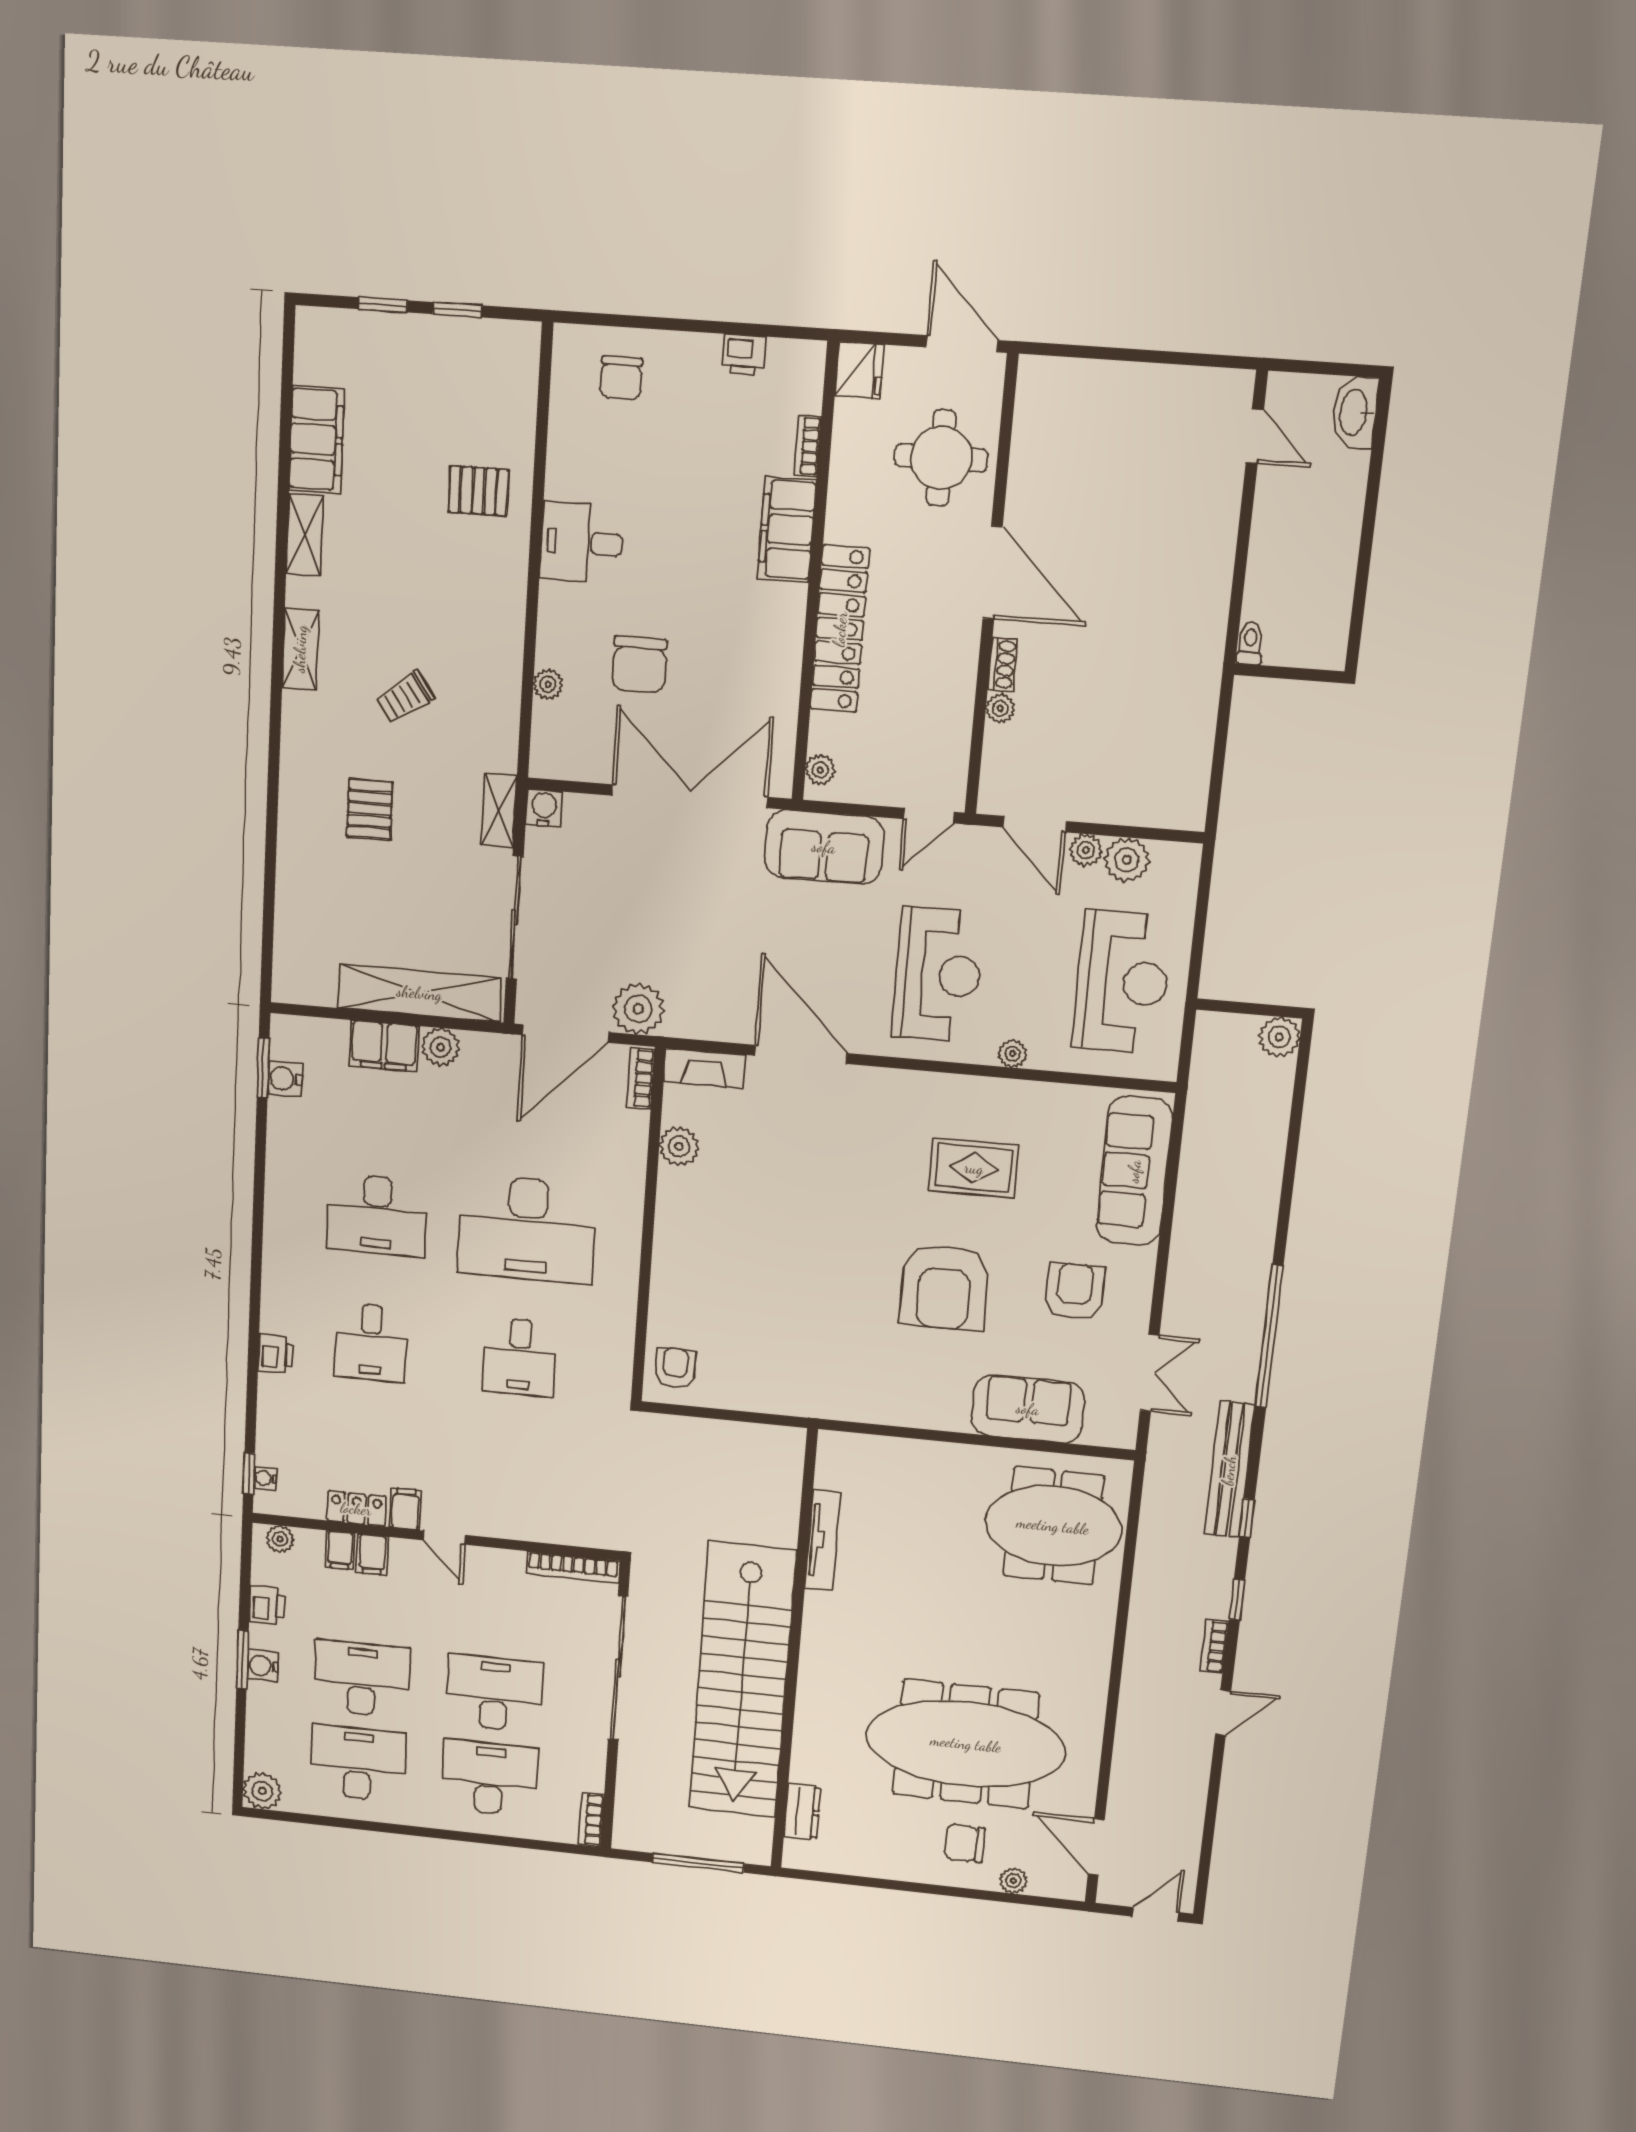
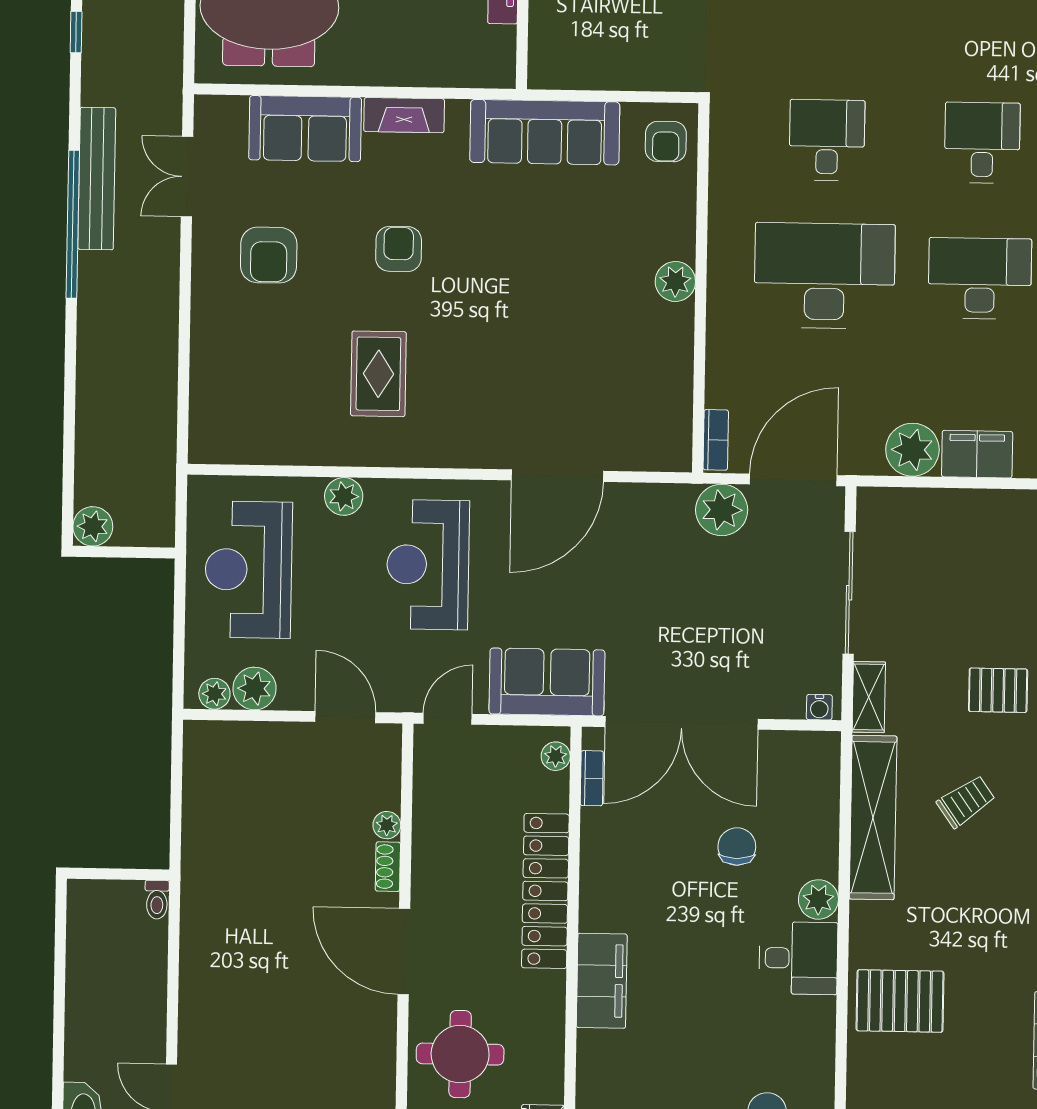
bookcase: (807, 446) -> (592, 778), moved
pallet: (478, 491) -> (900, 1001), width x1.50, depth x1.42
chair: (639, 664) -> (737, 846), width x0.73, depth x0.73
plant: (548, 684) -> (818, 899), moved, width x1.38, depth x1.38
water cooler: (544, 808) -> (819, 707), width x0.72, depth x0.72
pallet: (370, 809) -> (998, 690), turned 90
plant: (1086, 850) -> (214, 694), moved
shelving: (419, 993) -> (873, 817), moved, turned 90
plant: (441, 1047) -> (912, 450), width x1.36, depth x1.36
door: (801, 1054) -> (557, 476), hinge flipped
plant: (1013, 1054) -> (344, 496), width x1.38, depth x1.38
fireplace: (704, 1068) -> (404, 115), moved, turned 180
plant: (679, 1146) -> (675, 281), moved
rug: (974, 1168) -> (378, 374), turned 90
sofa: (1134, 1171) -> (545, 132), moved, turned 90
armchair: (944, 1287) -> (399, 249), width x0.53, depth x0.53
bench: (1229, 1470) -> (97, 179), moved

